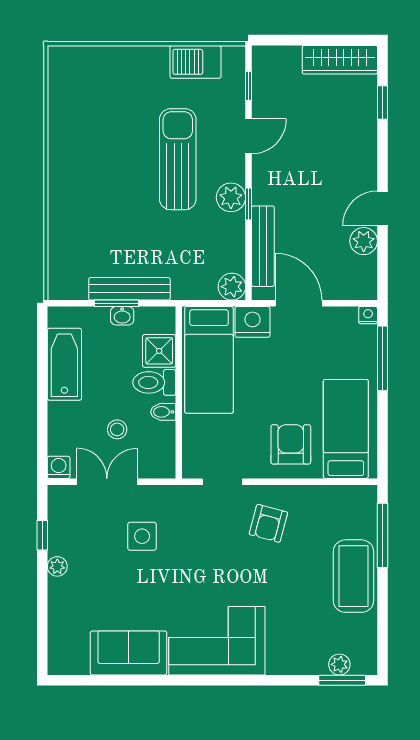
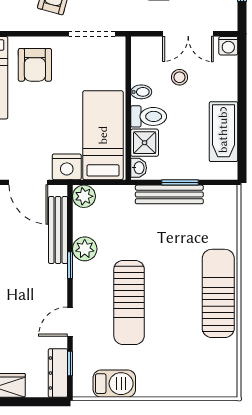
dresser: (263, 75) -> (58, 373), added
sun lounger: (71, 170) -> (218, 293), added
plant: (231, 197) -> (85, 249), moved
washbasin: (122, 316) -> (139, 168), moved, turned 90
doorway: (222, 482) -> (92, 34), width x1.38

